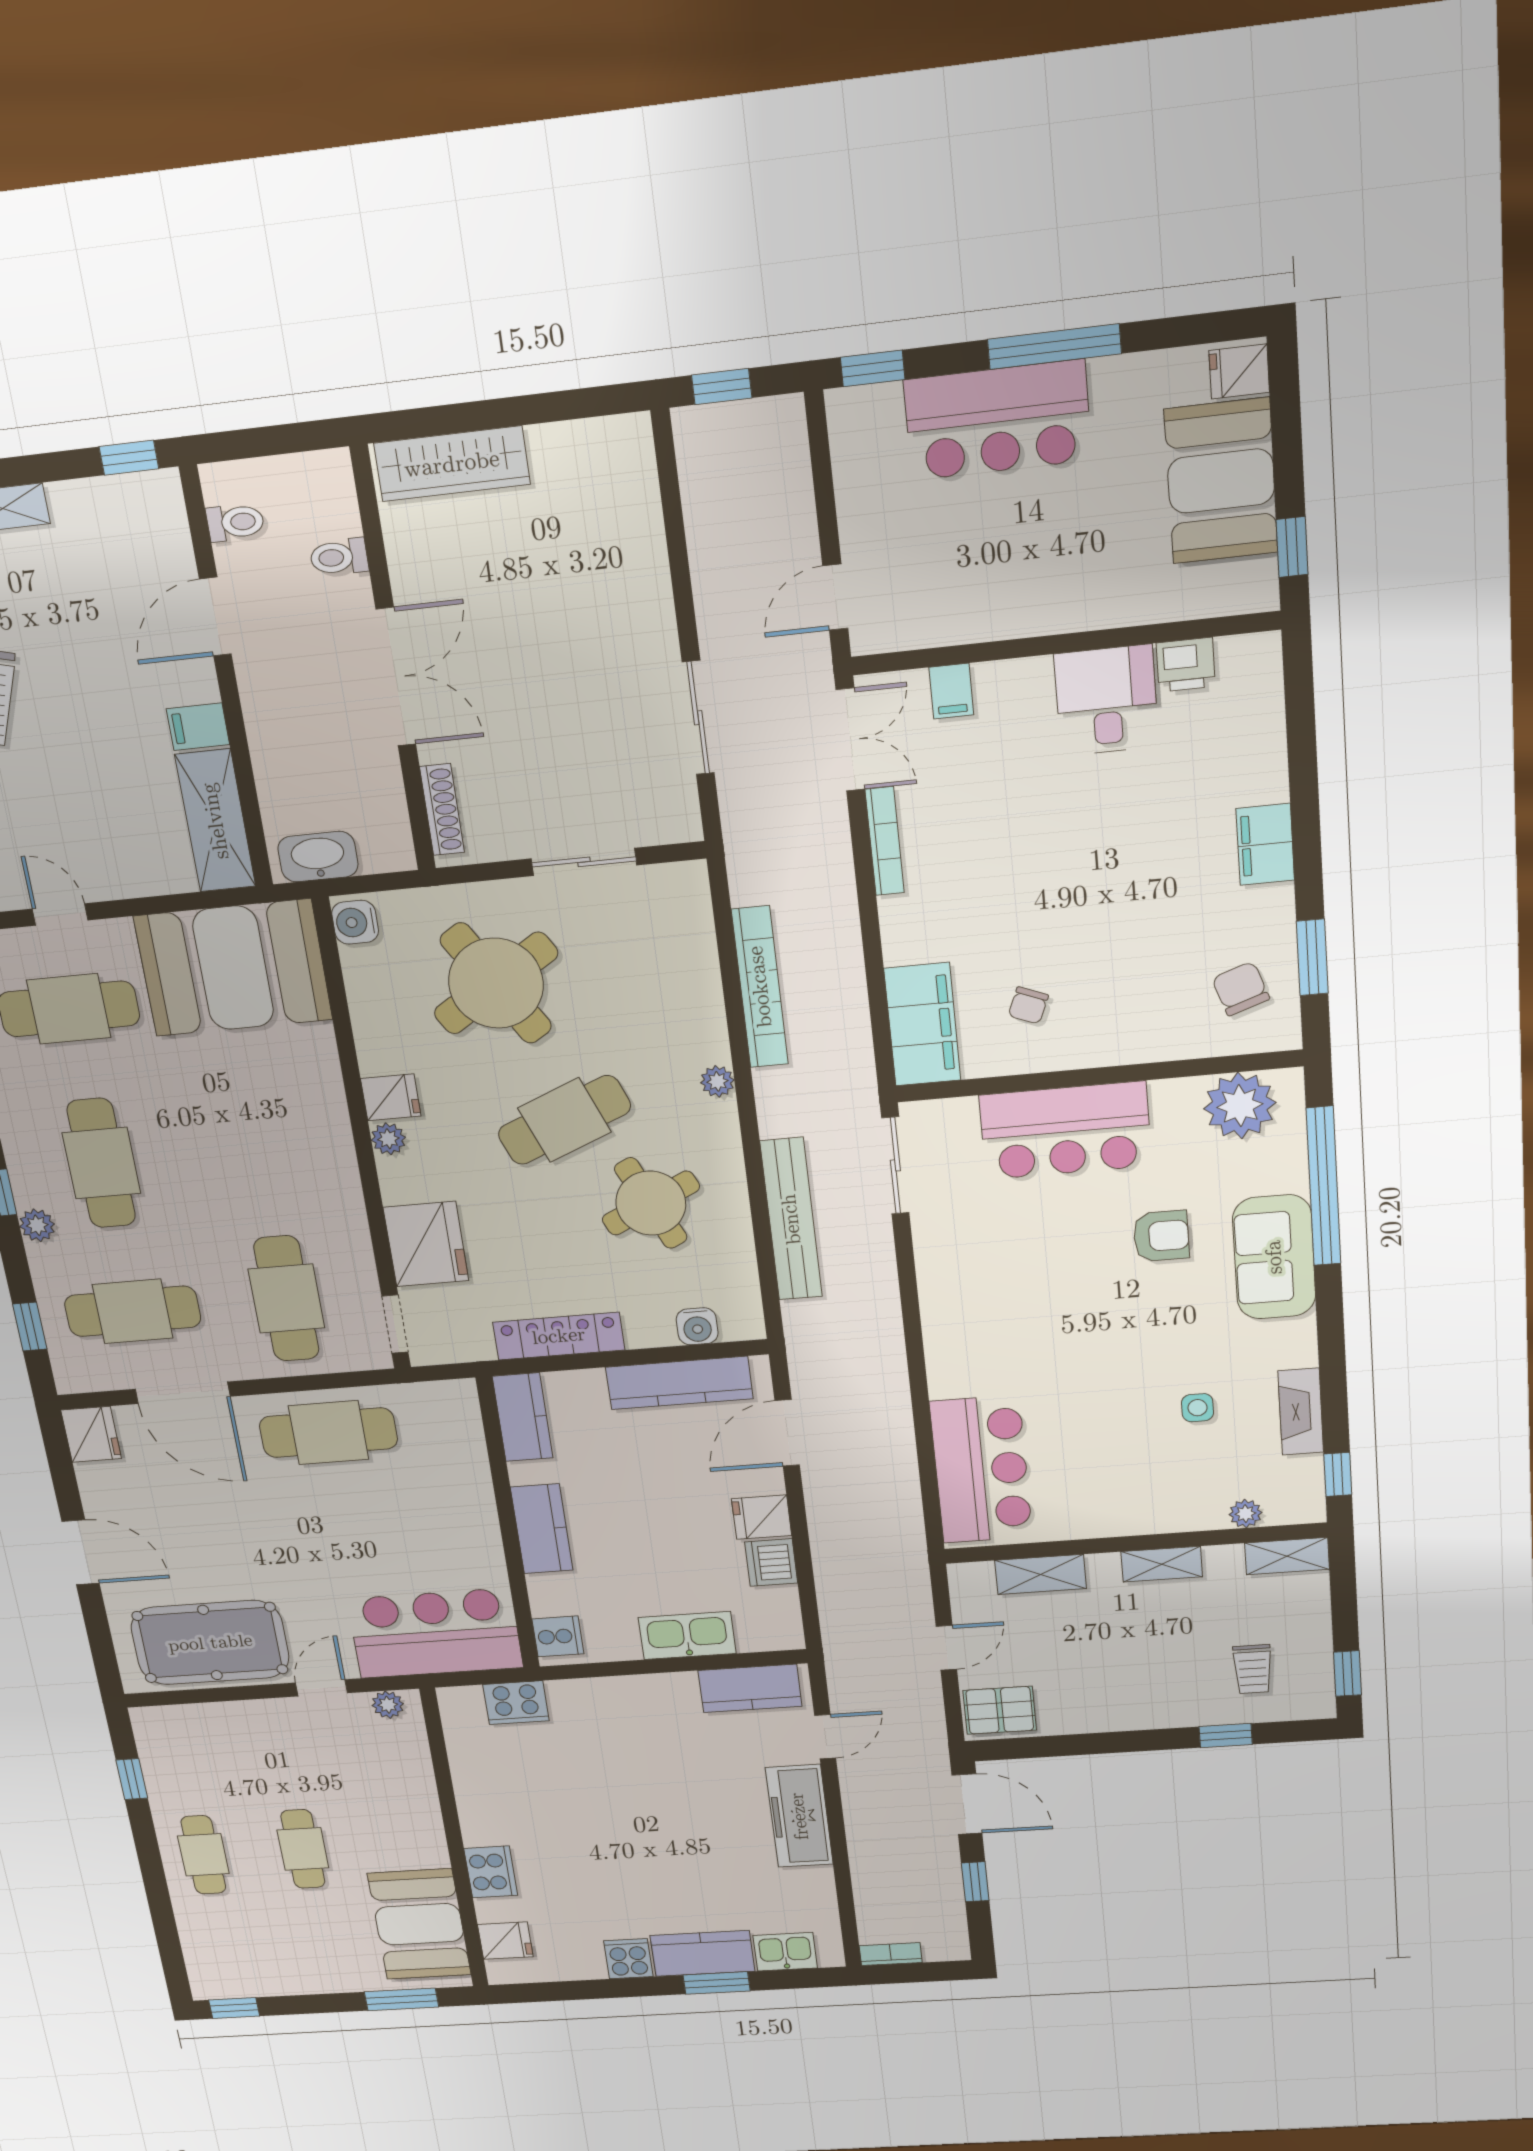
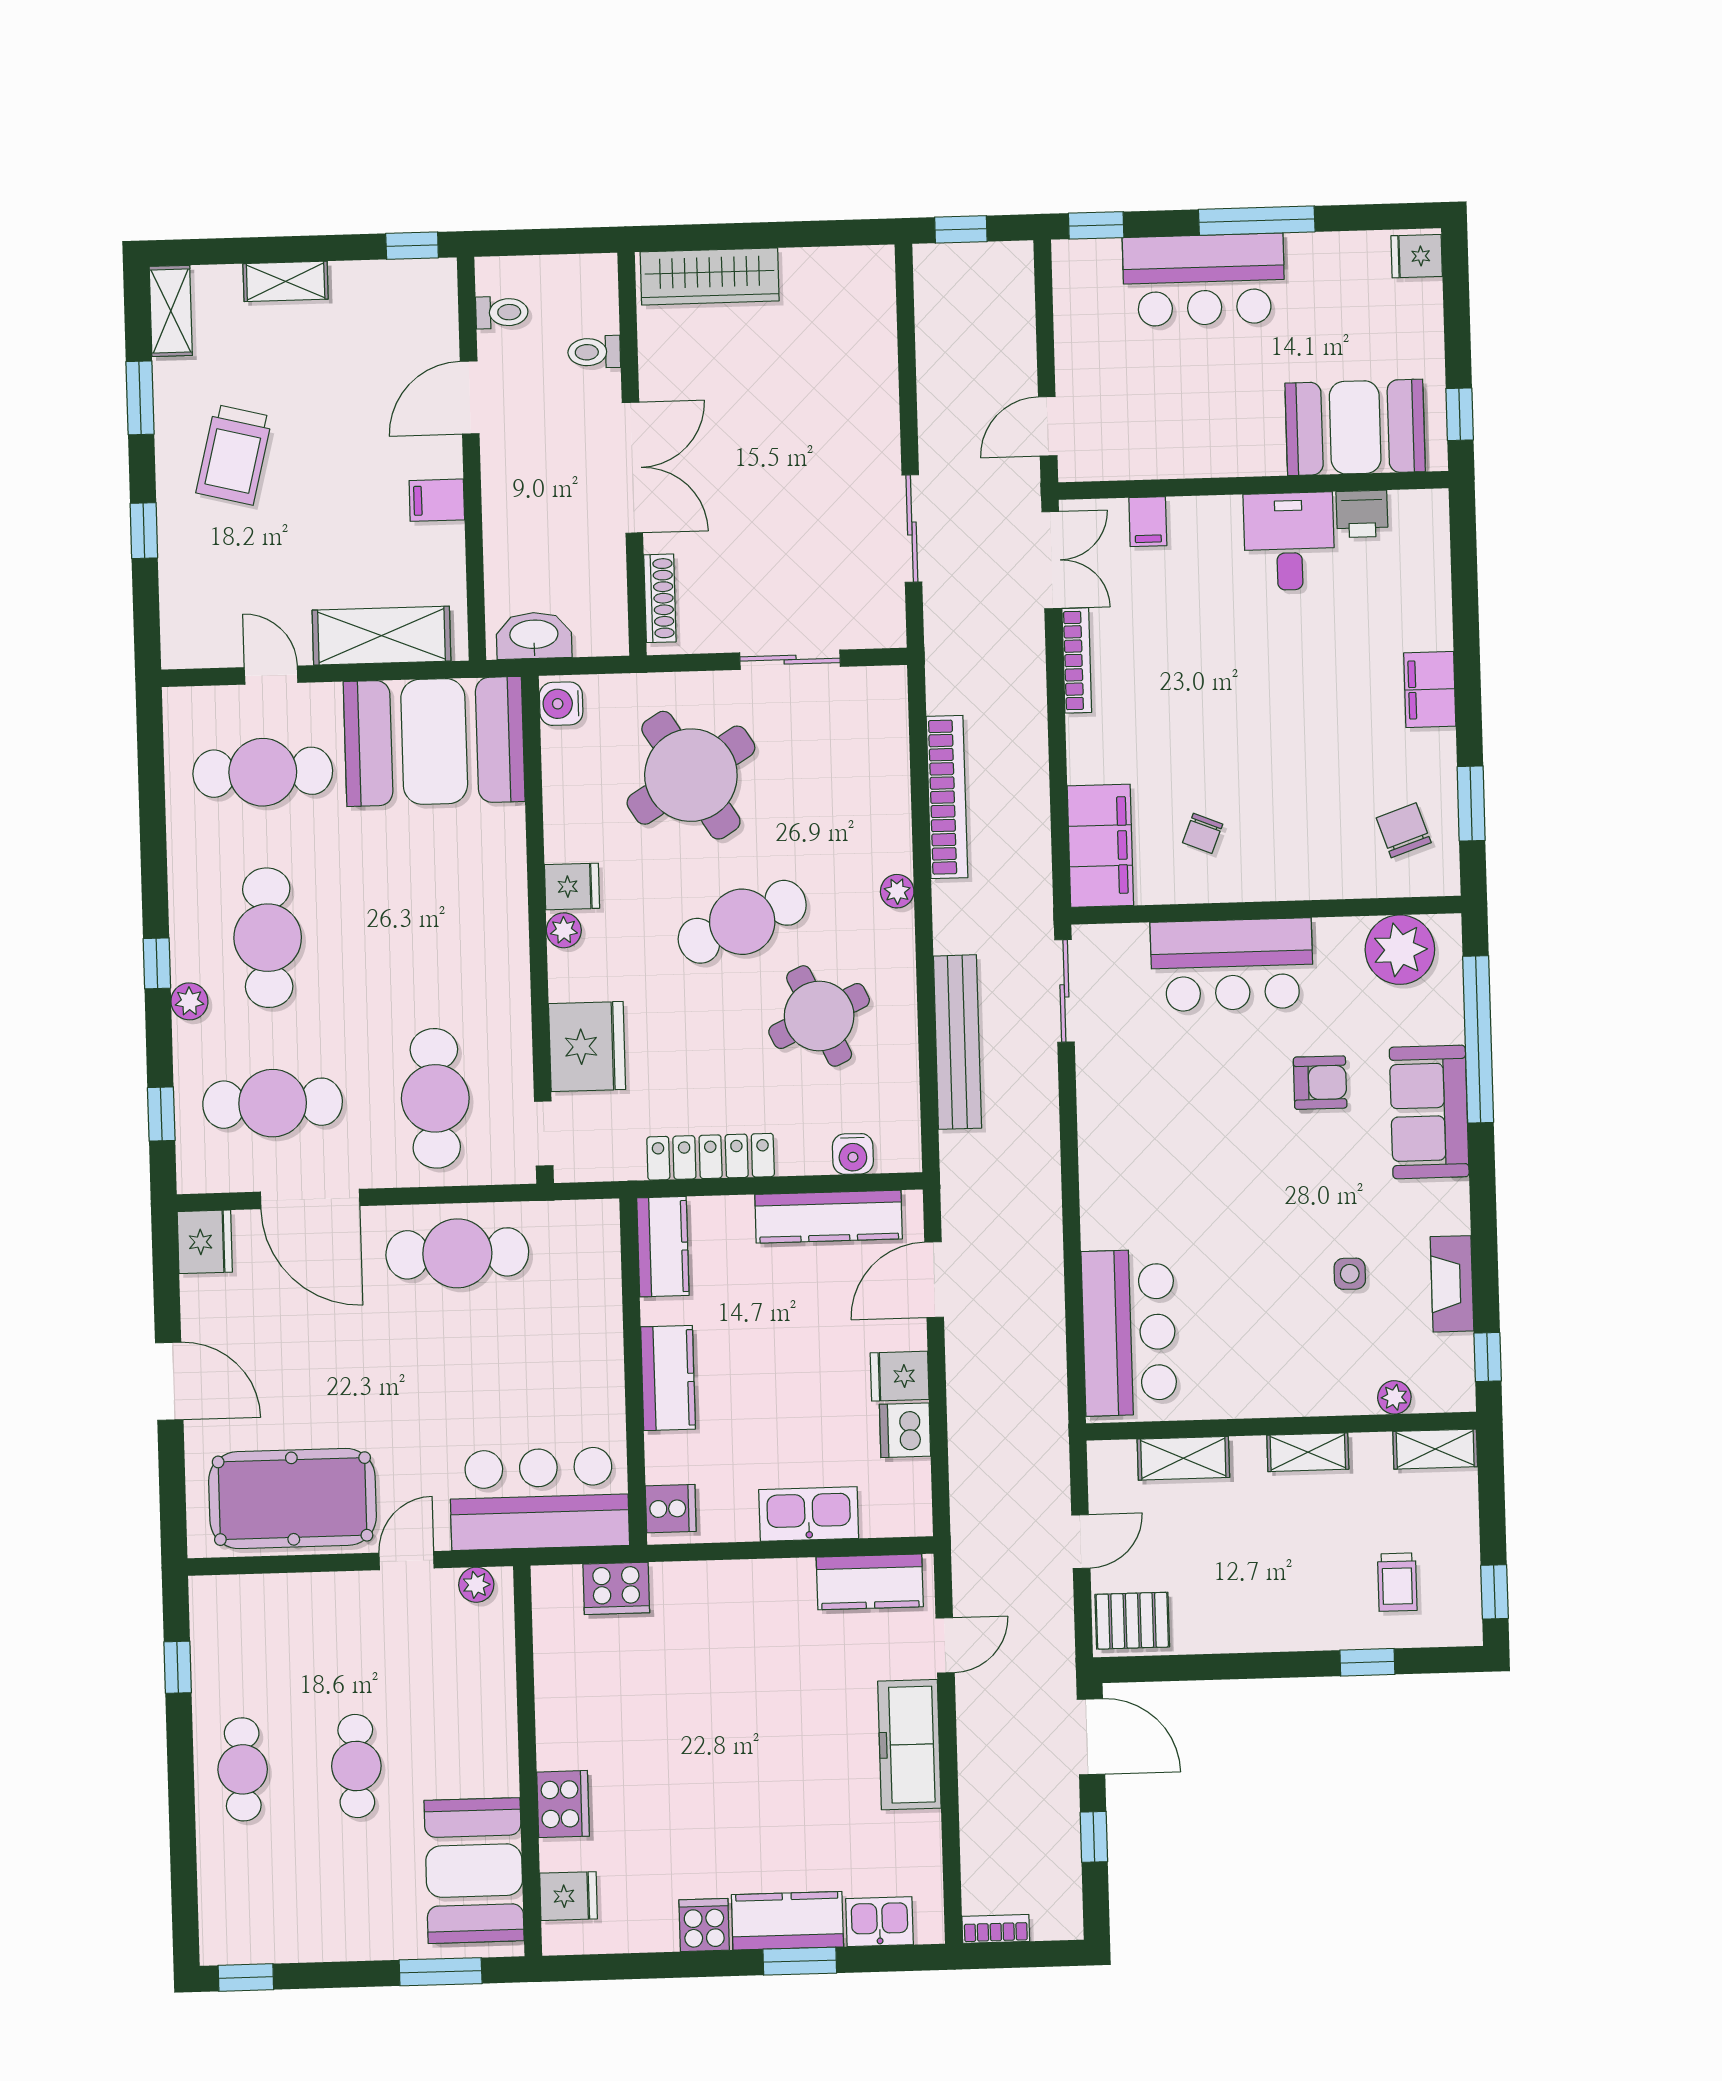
booth: (1221, 481) -> (1355, 427), moved, turned 90
shelving: (215, 821) -> (382, 636), moved, turned 90

